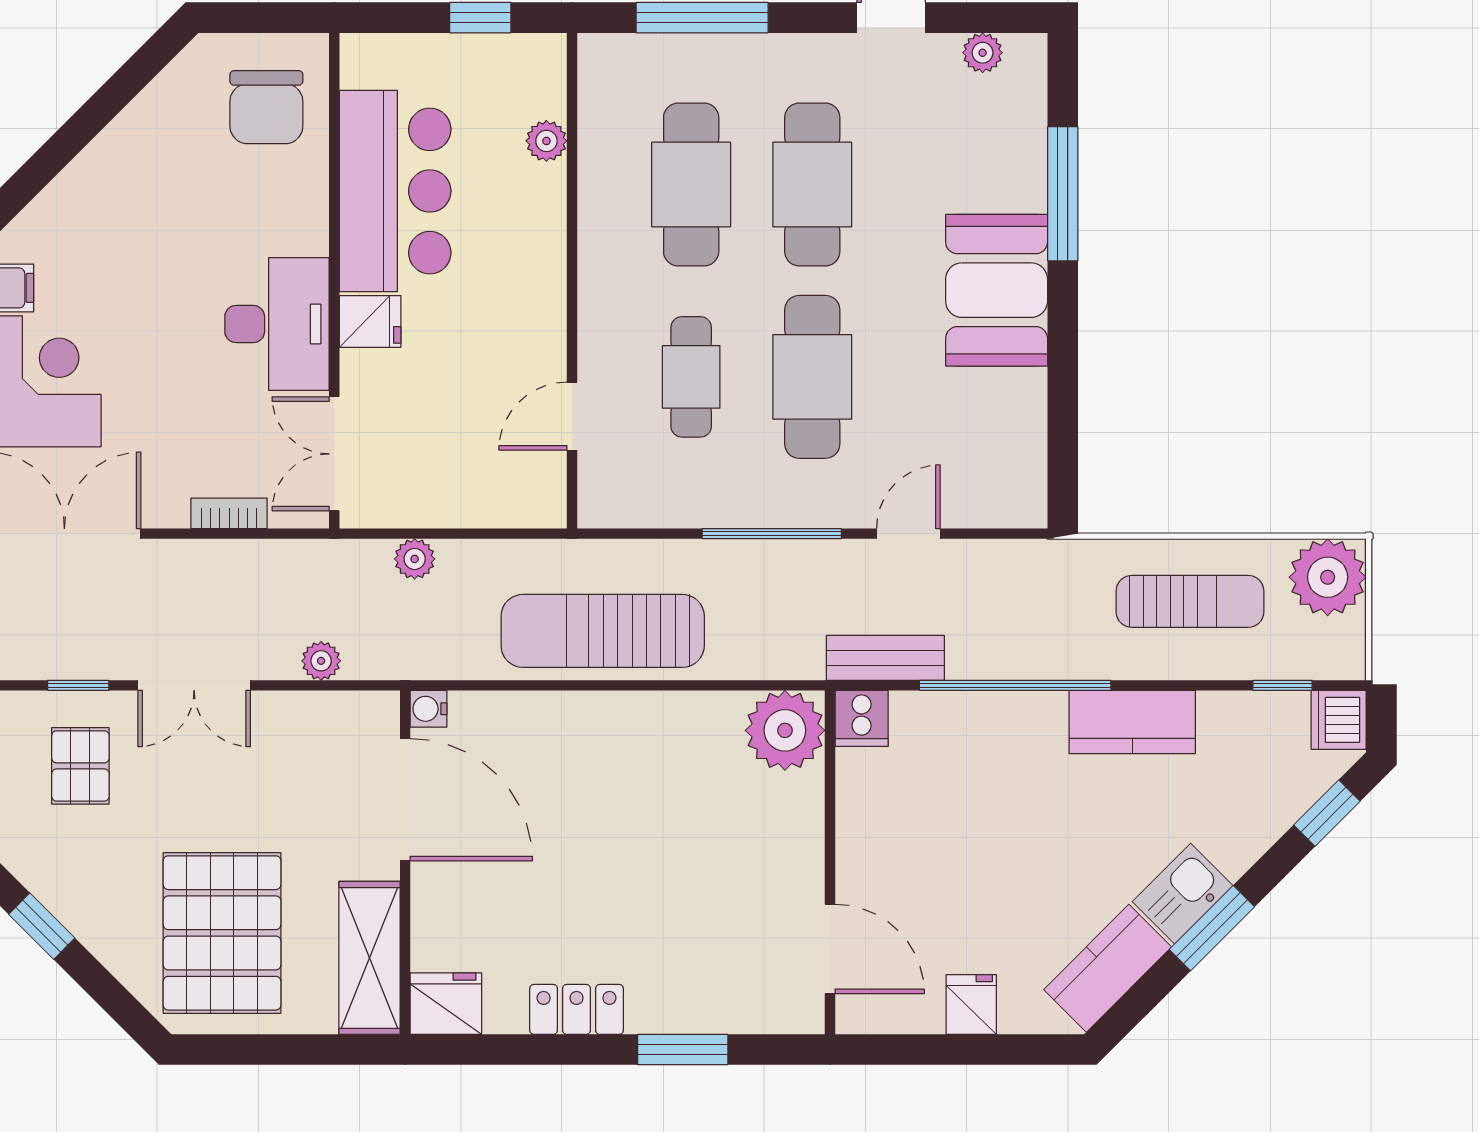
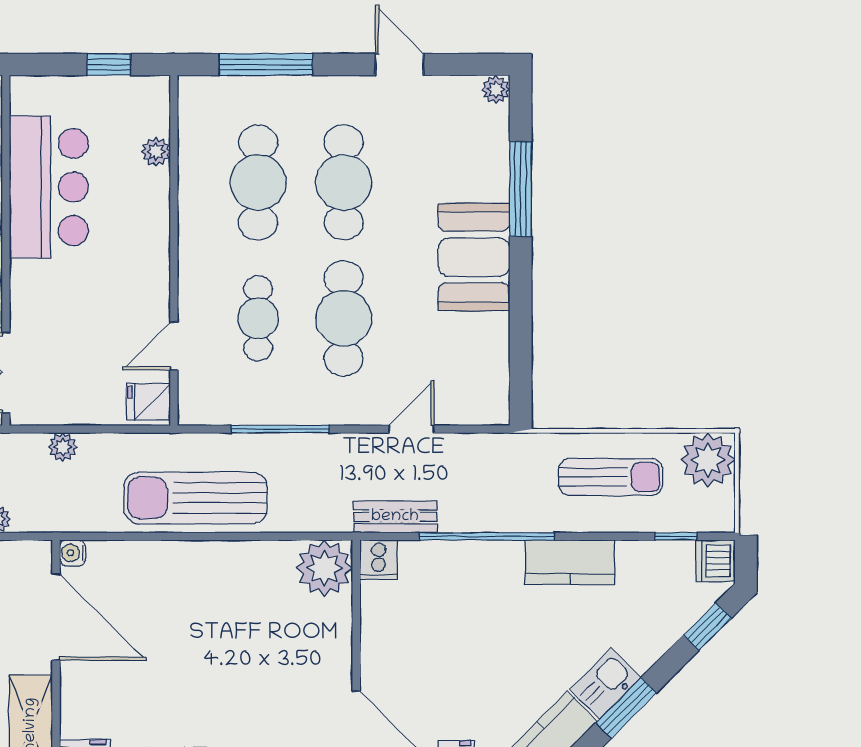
plant: (983, 53) -> (496, 89), moved
fridge: (370, 321) -> (149, 402), moved, turned 180
window: (772, 534) -> (280, 429), moved

